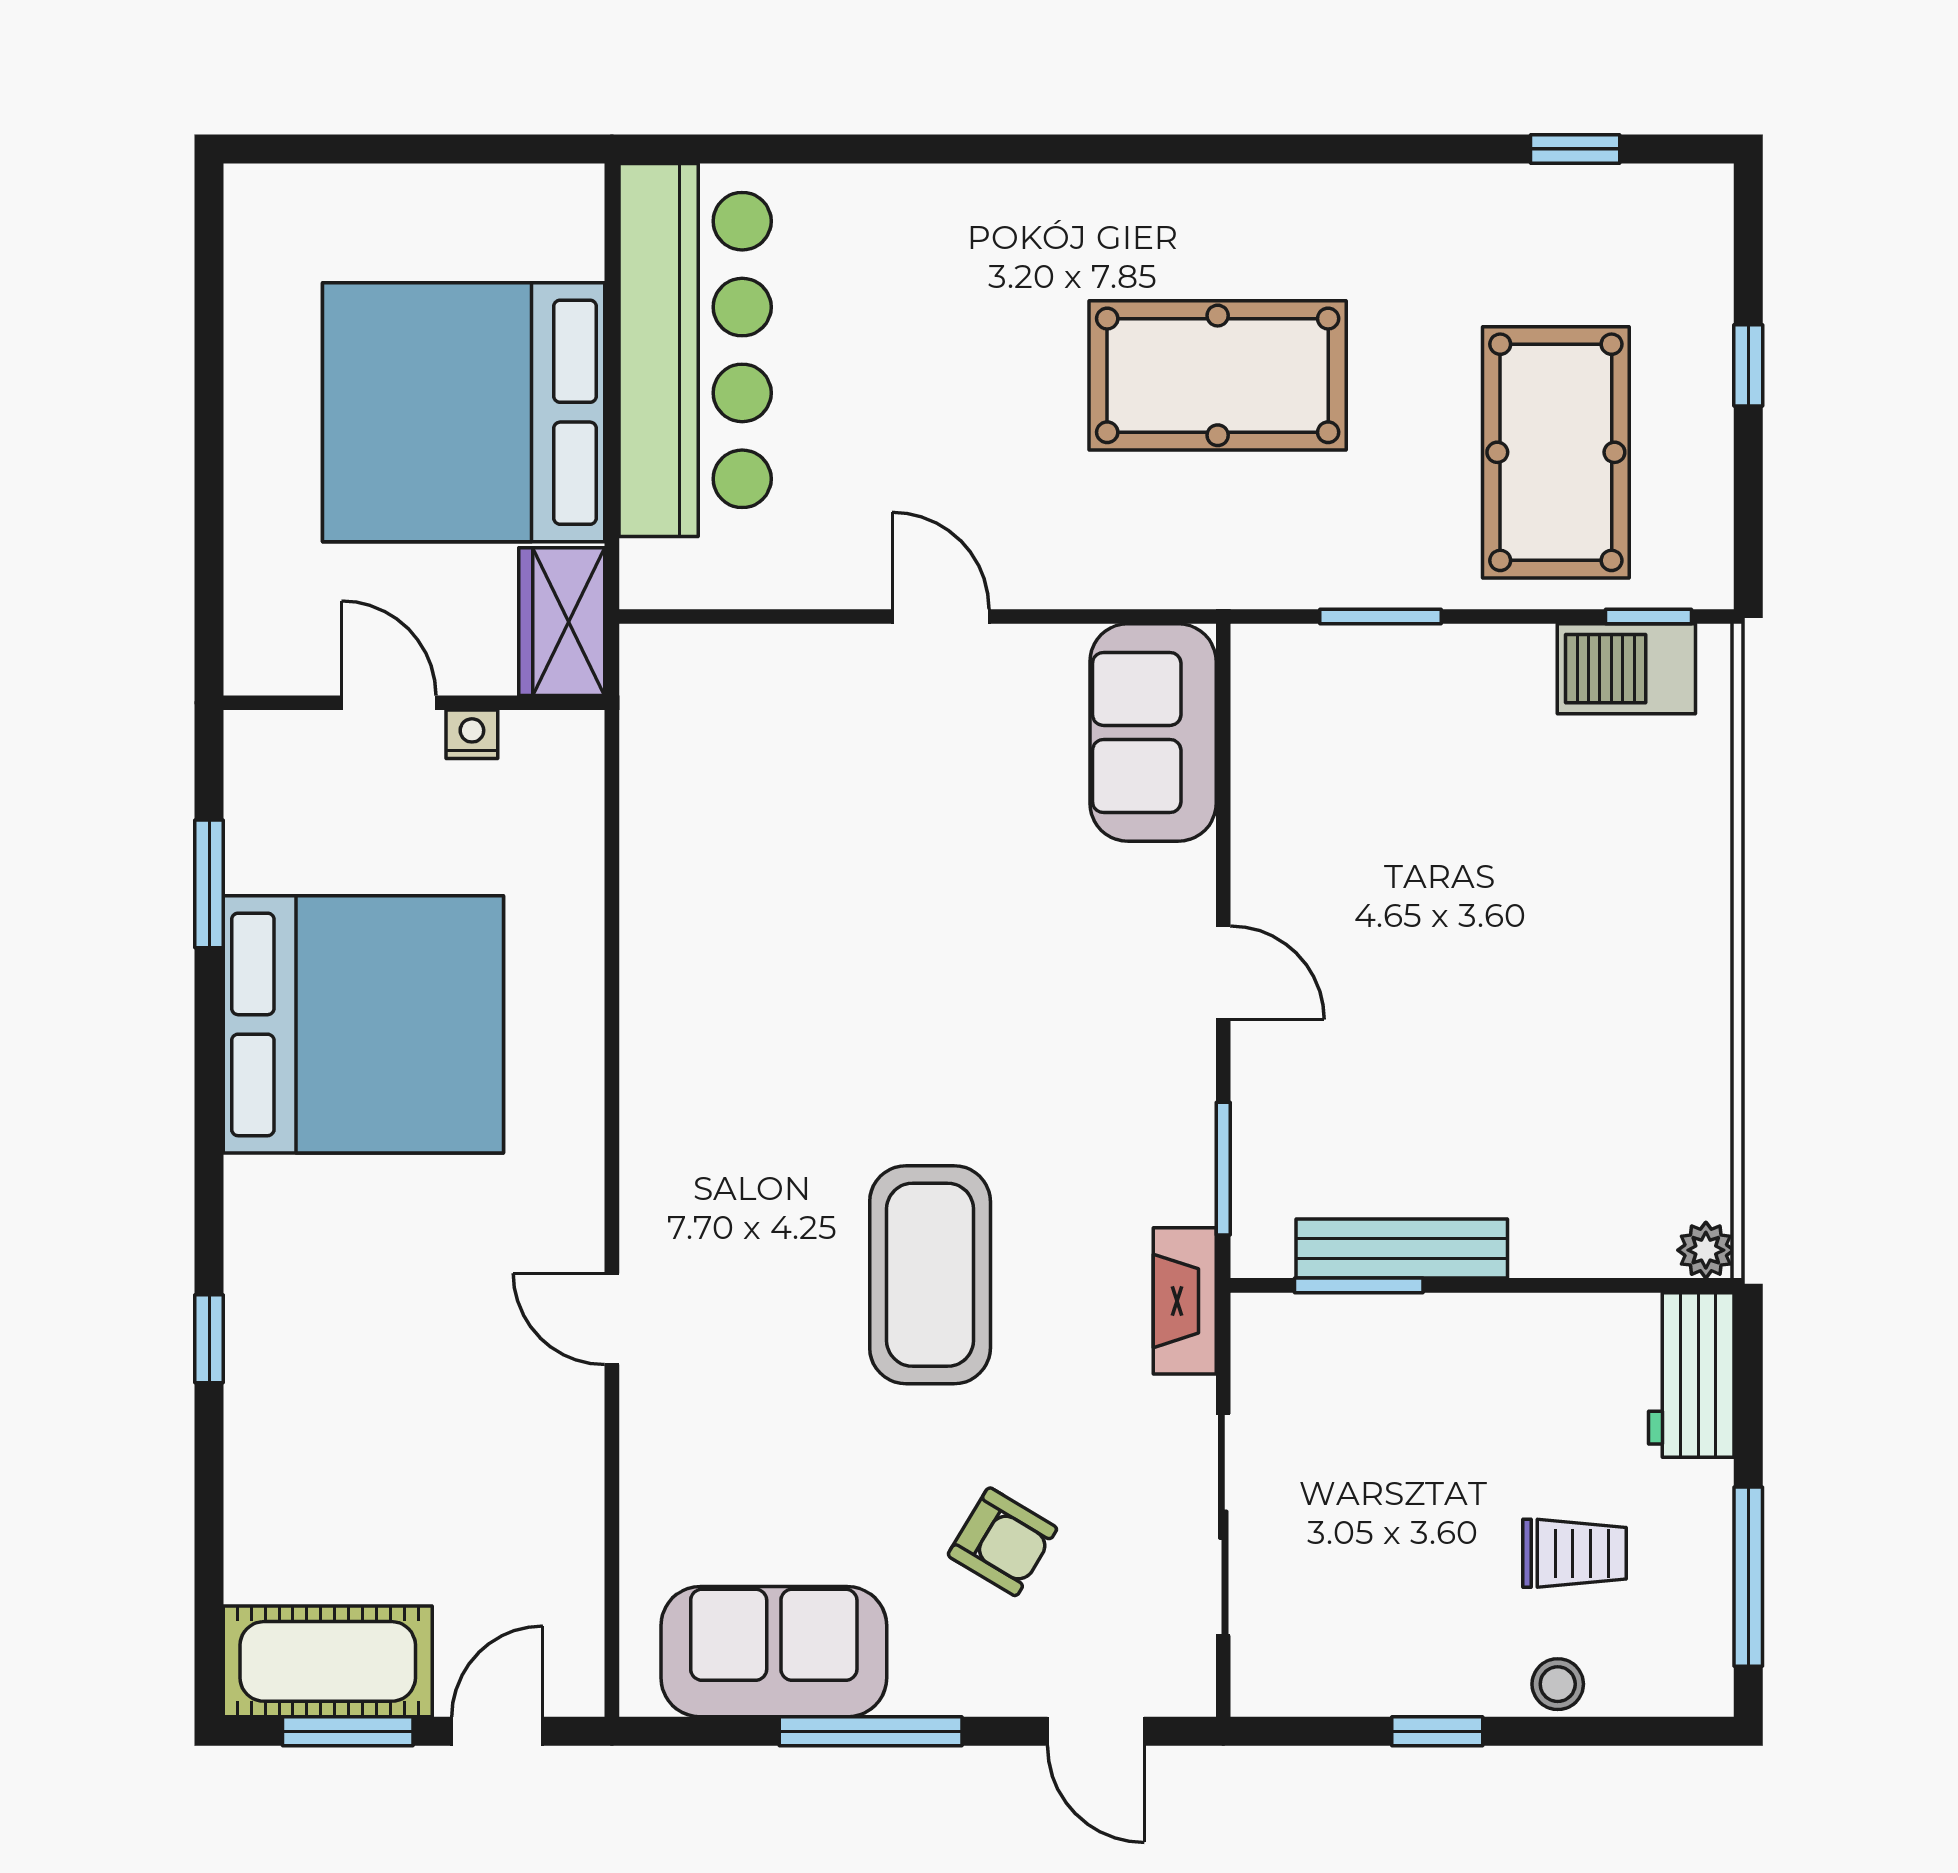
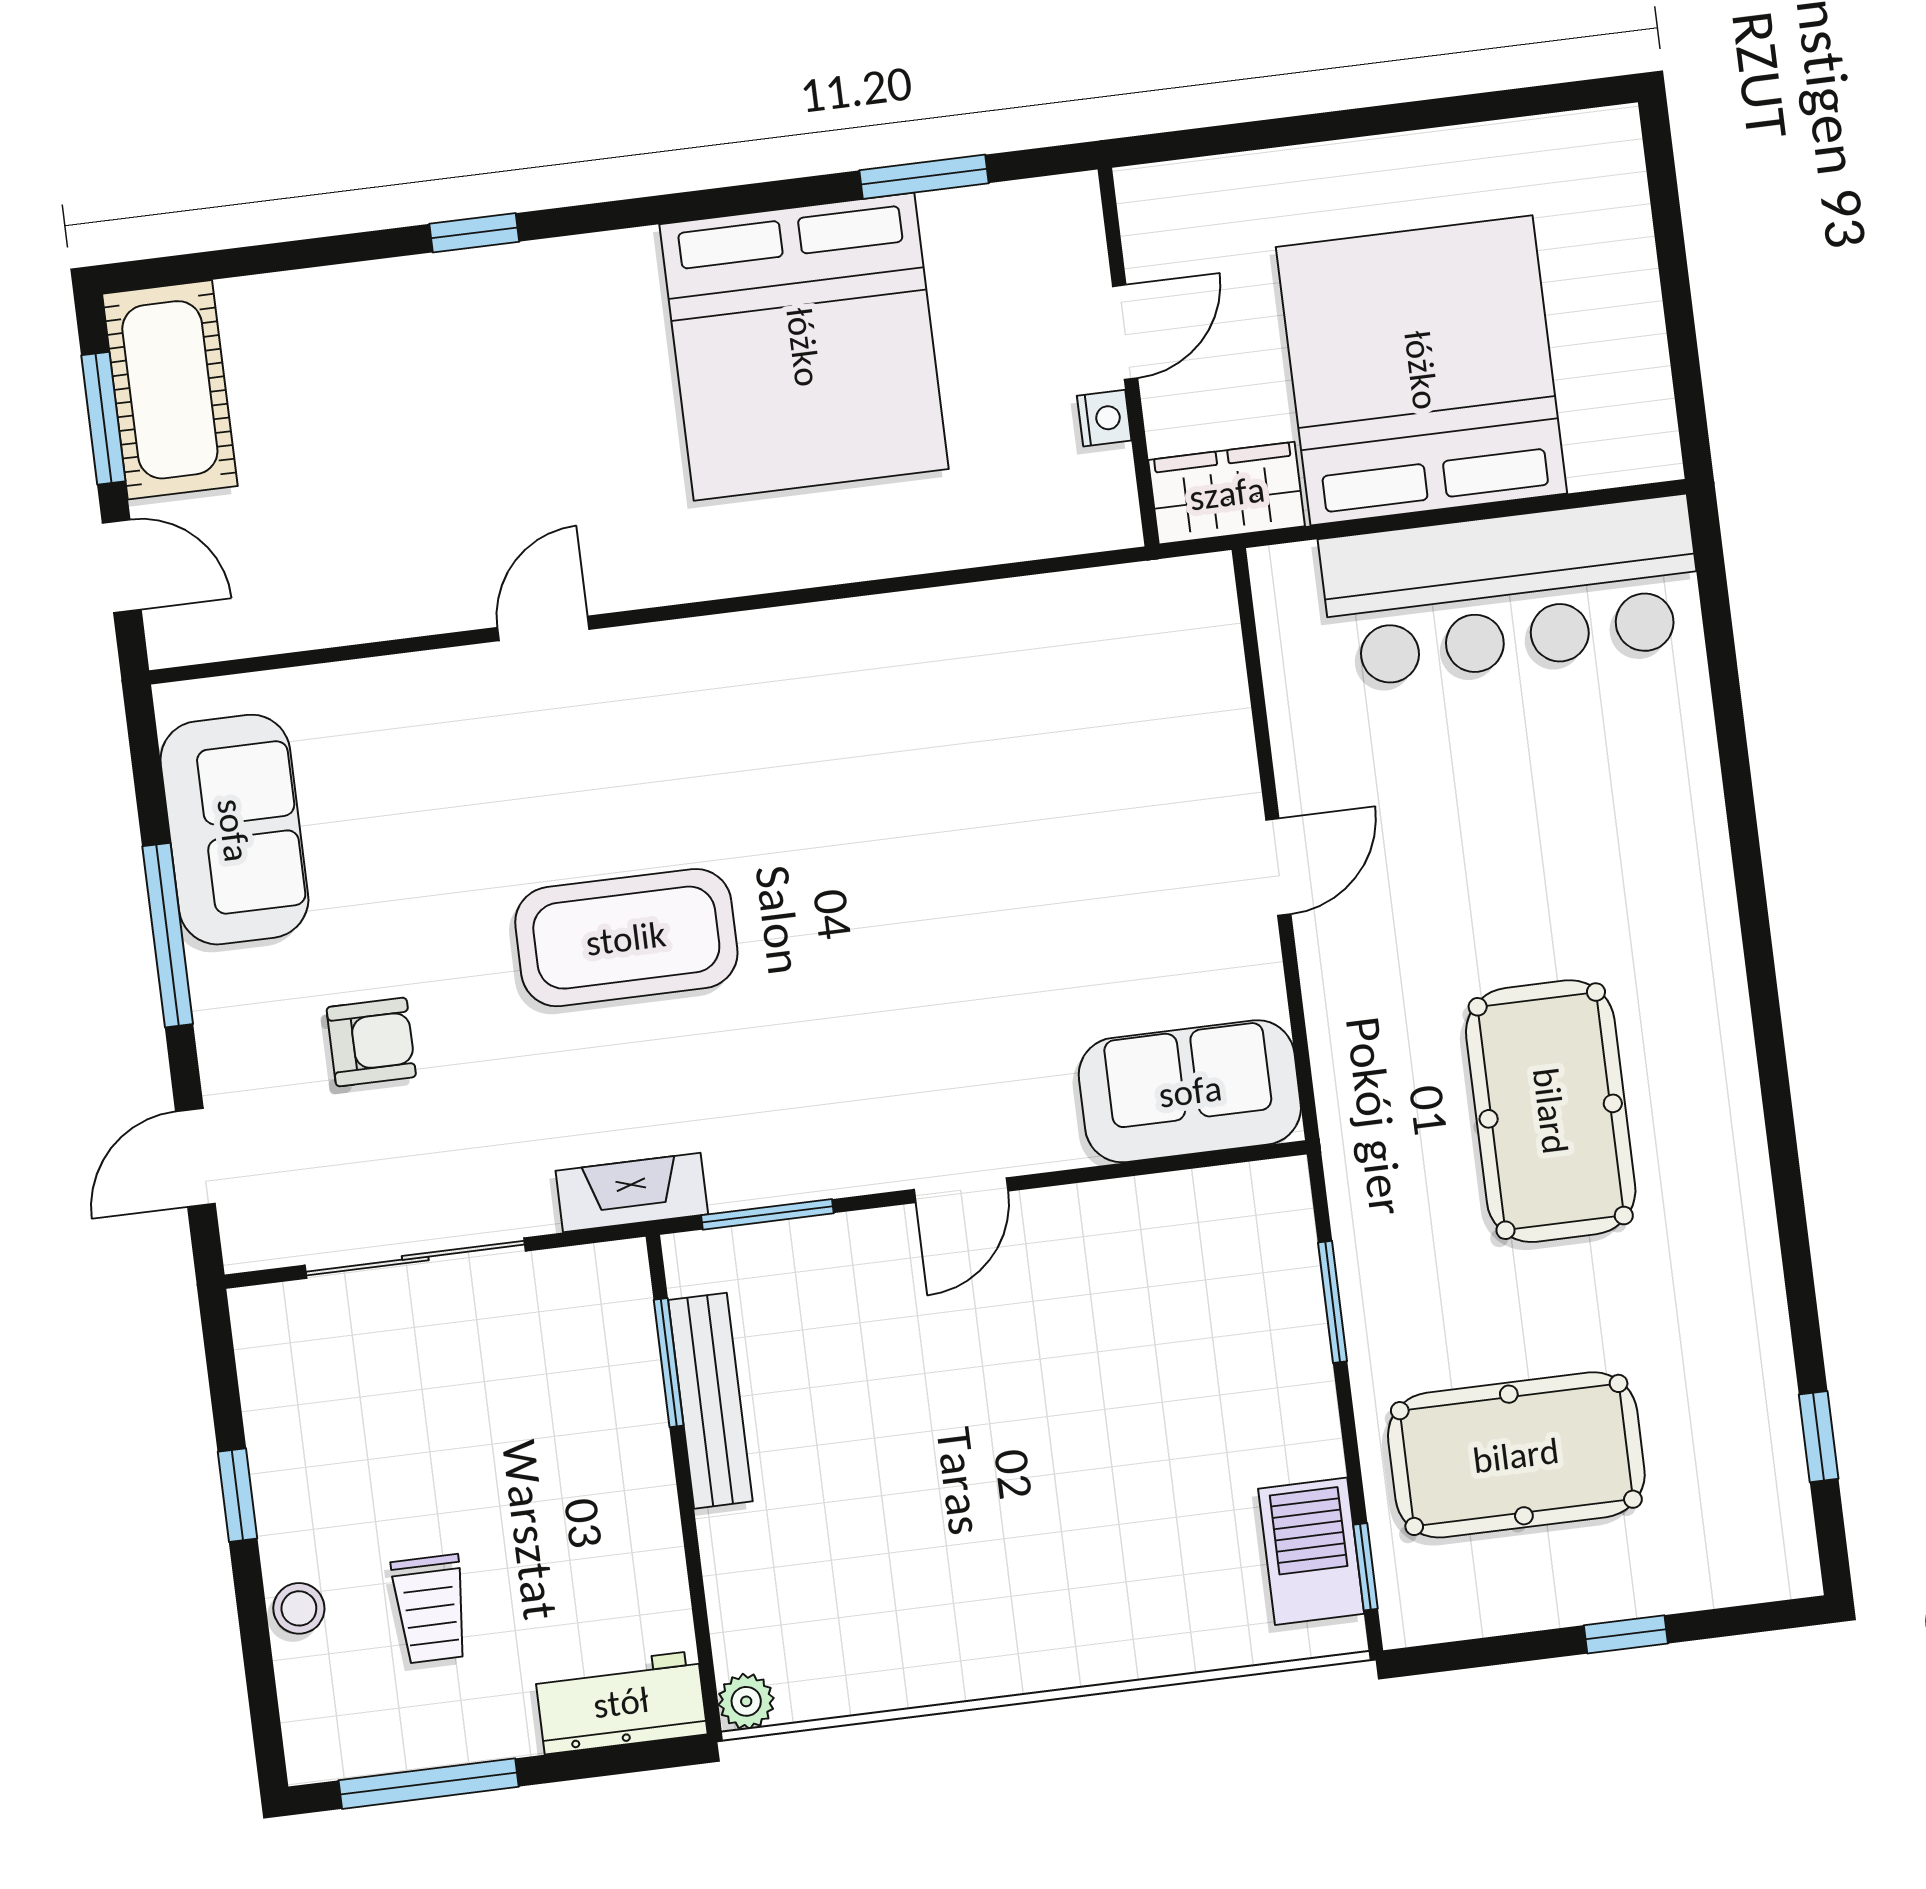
armchair: (1002, 1542) -> (371, 1042), turned -121

